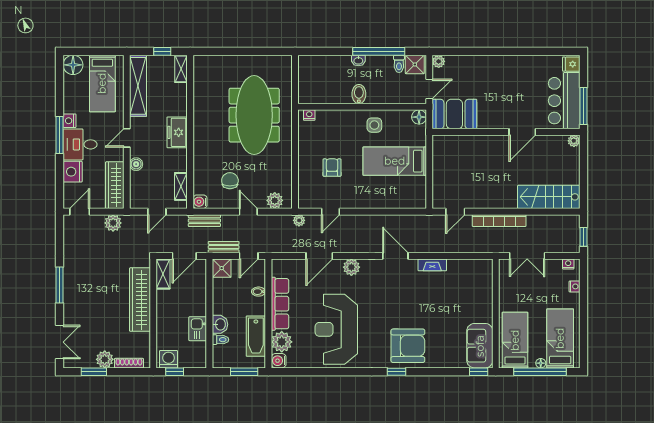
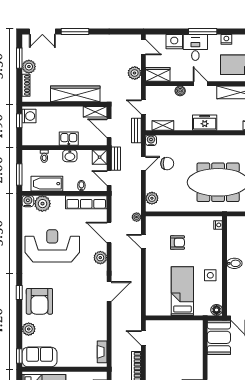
nightstand: (70, 121) -> (226, 39), moved
wardrobe: (115, 185) -> (158, 74), width x0.67
door: (248, 212) -> (143, 163), moved
bench: (204, 221) -> (136, 130), moved
fireplace: (432, 265) -> (102, 352), moved
window: (60, 285) -> (75, 32), moved
row of seats: (280, 304) -> (86, 202), moved
washbasin: (220, 324) -> (70, 156), moved
kitchen sink: (198, 329) -> (69, 139), moved
plant: (444, 360) -> (29, 329), added

